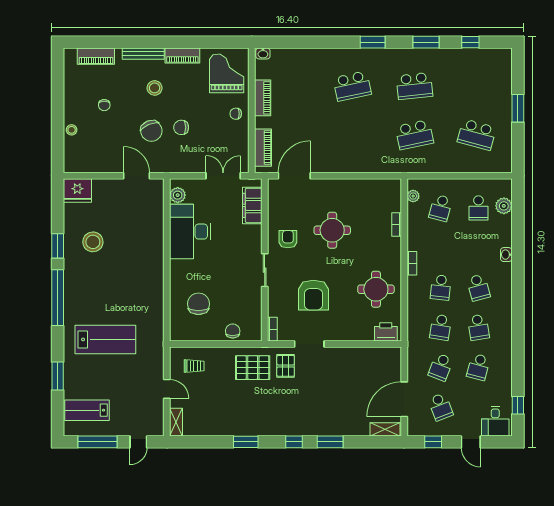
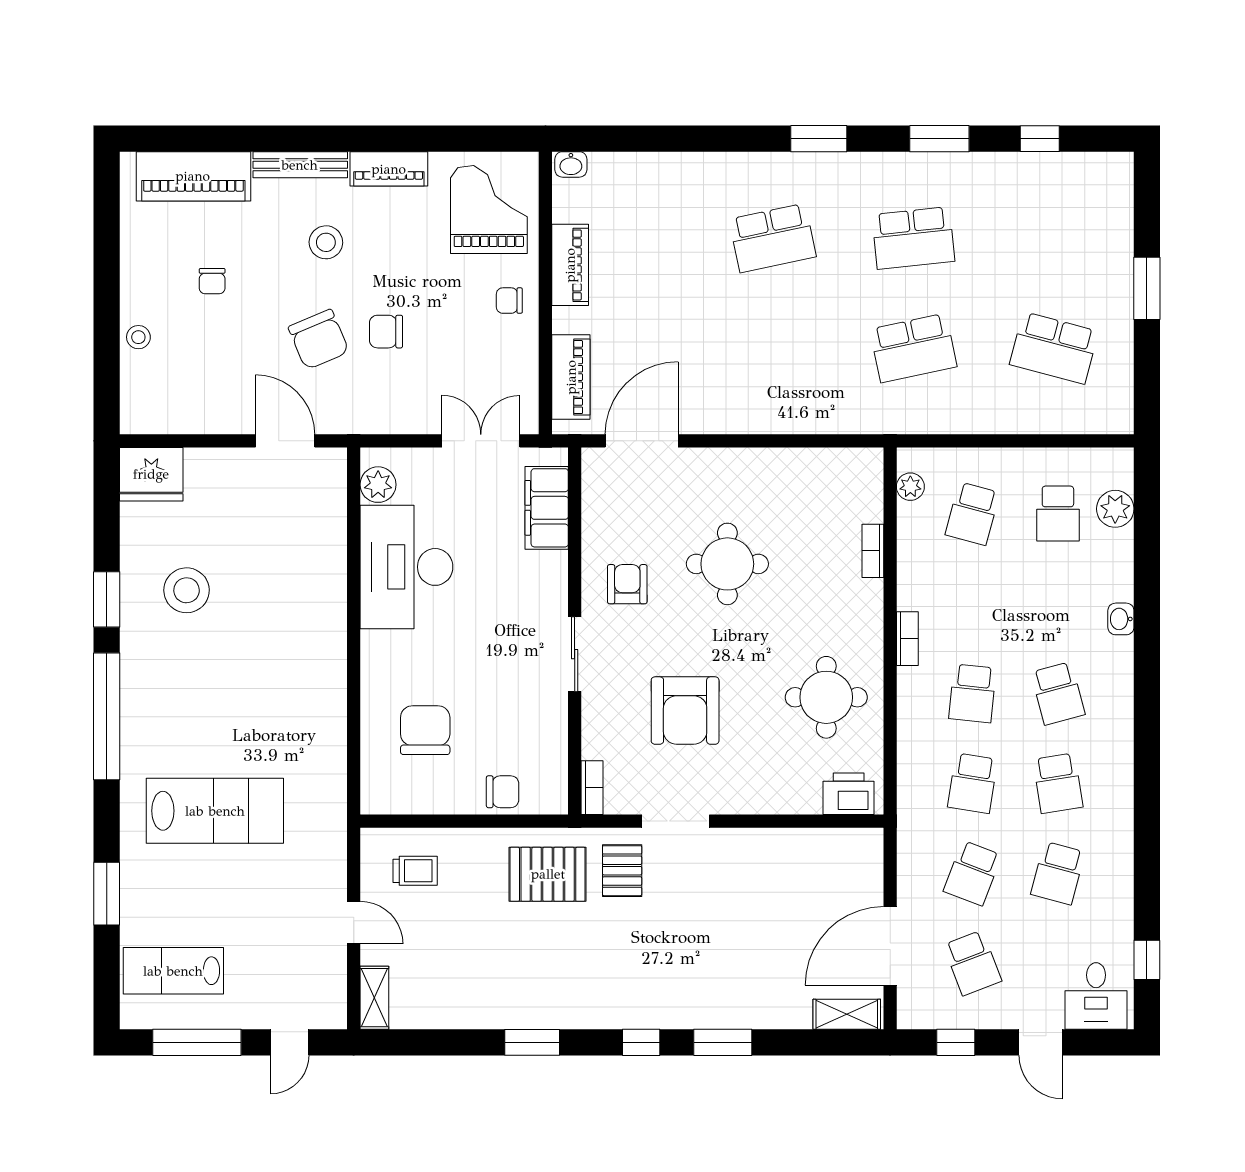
piano: (96, 56) -> (193, 176), width x1.37, depth x1.33
chair: (233, 331) -> (503, 792), turned 90

